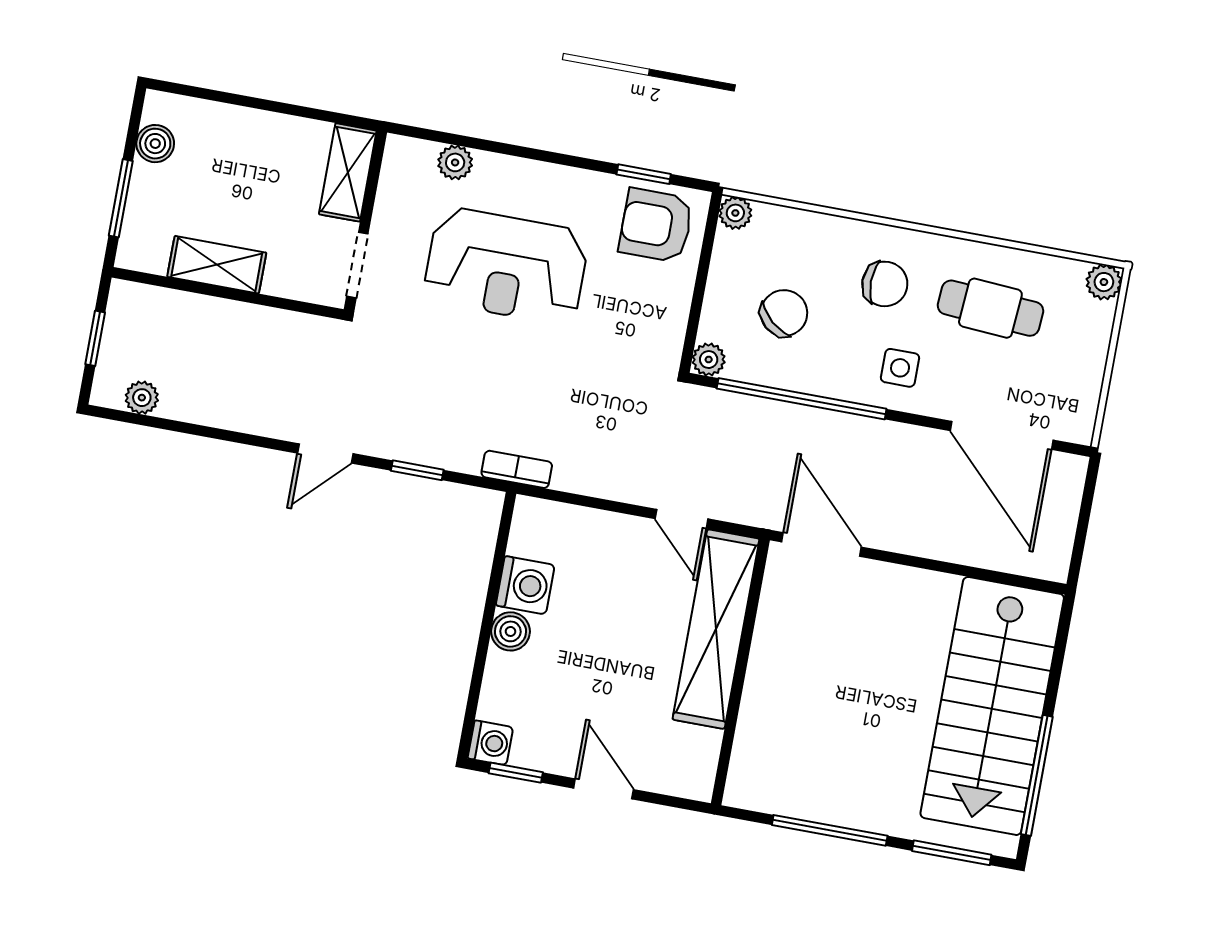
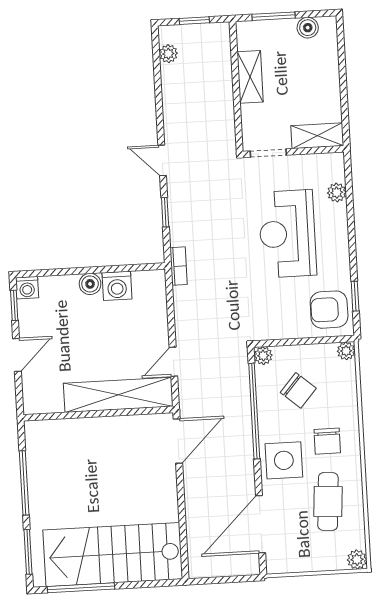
armchair: (656, 225) -> (329, 310), turned -90
side table: (900, 368) -> (284, 460), width x1.87, depth x1.87

